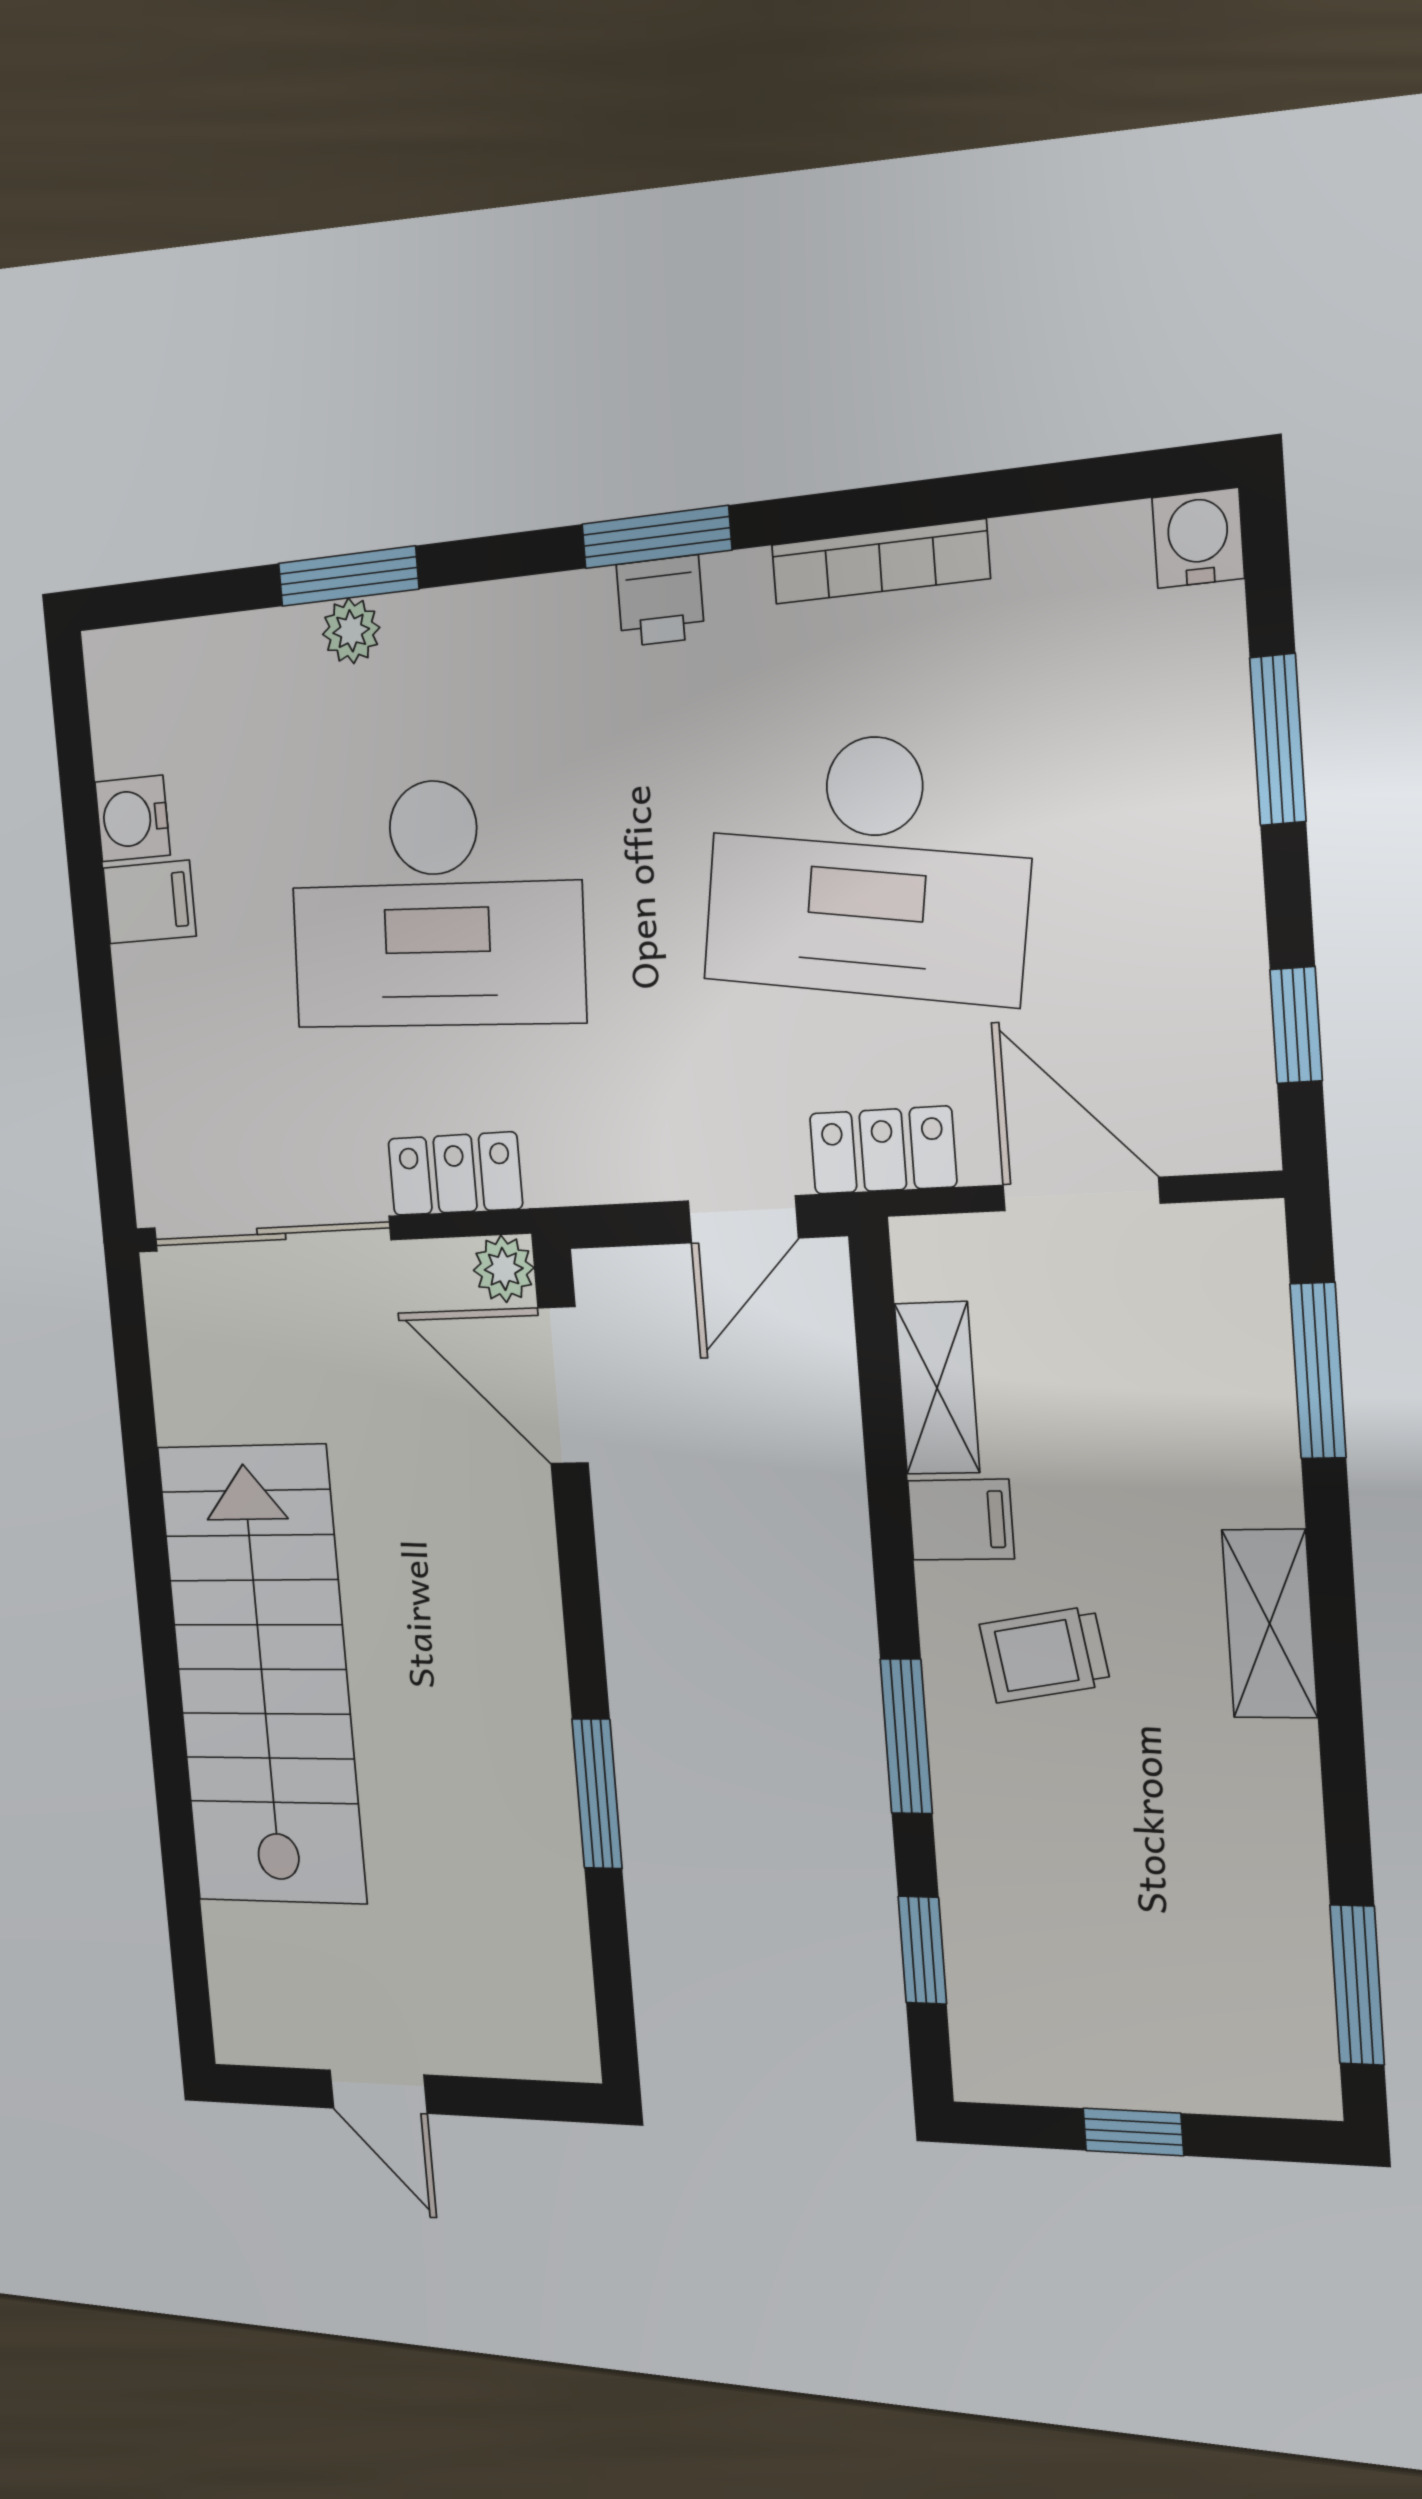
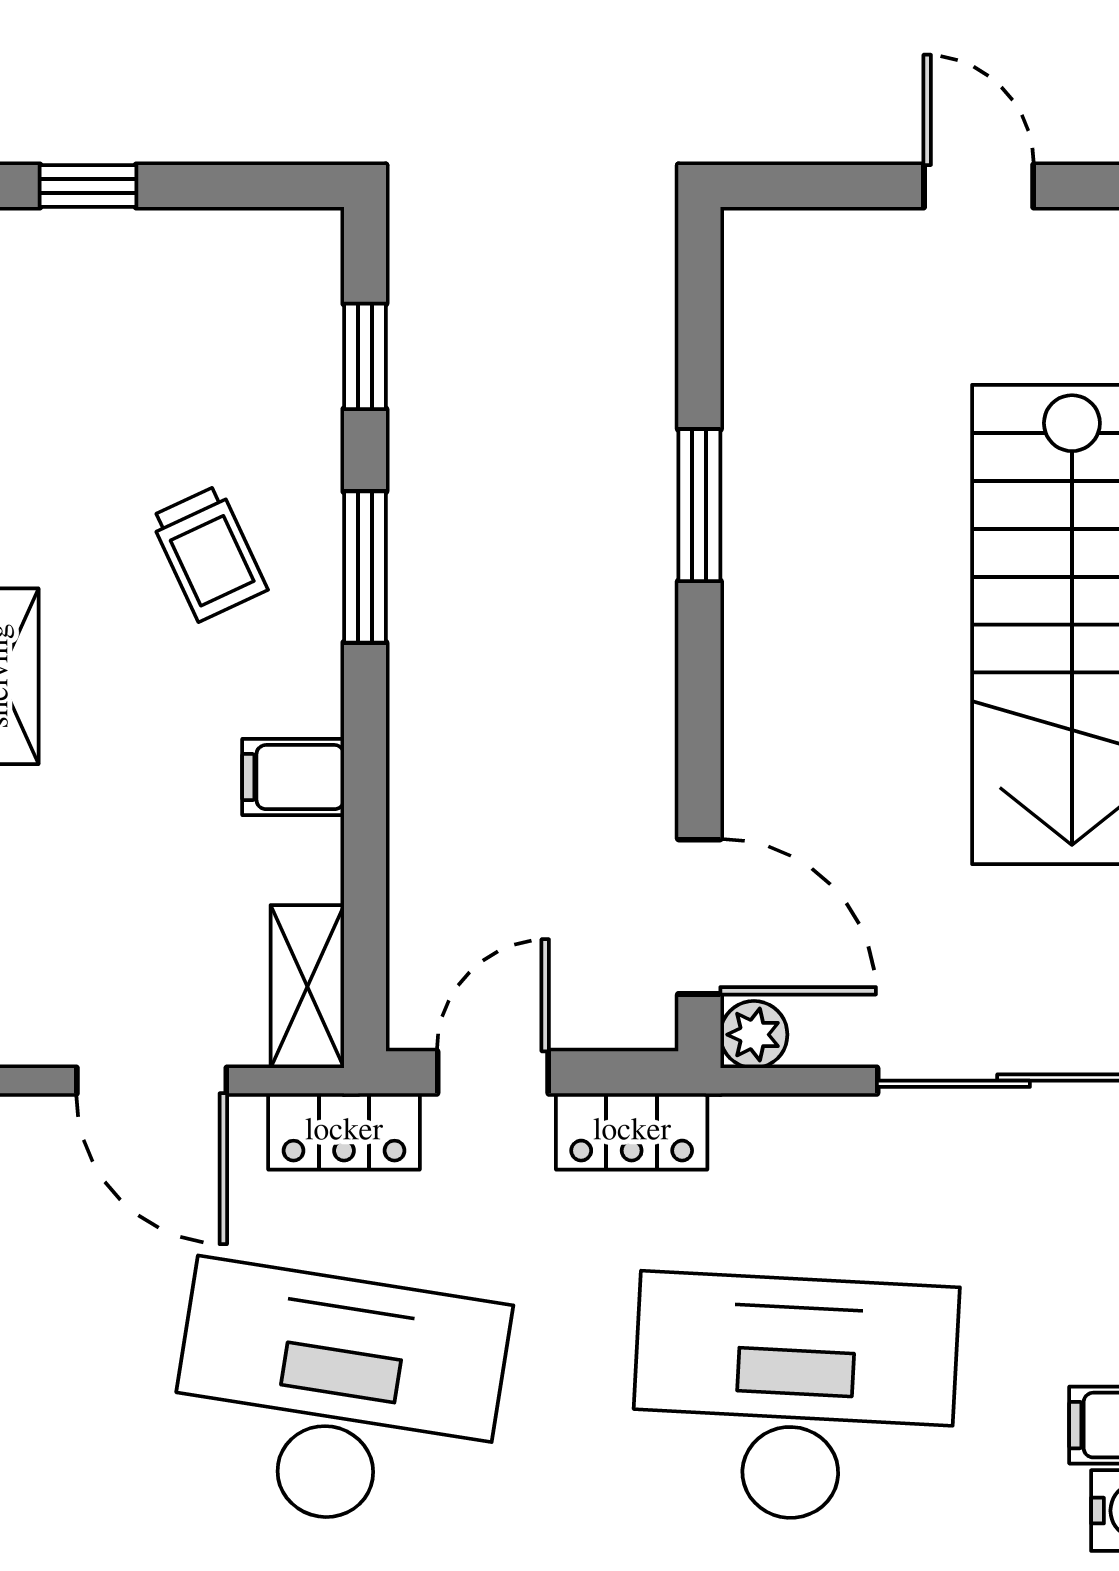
locker: (455, 1174) -> (632, 1131), moved
shelving: (937, 1388) -> (307, 987), moved
trolley: (1045, 1654) -> (209, 553), moved, turned 74
window: (1133, 2132) -> (88, 186), moved

